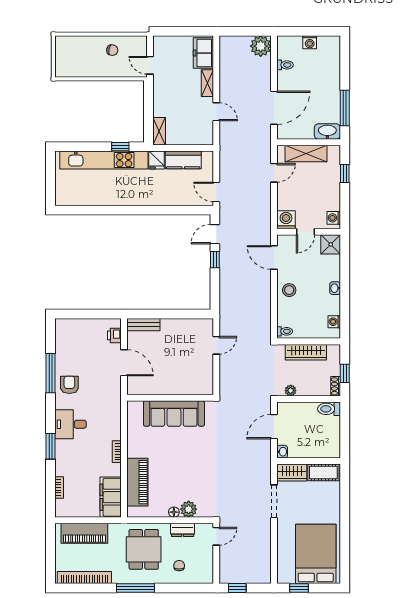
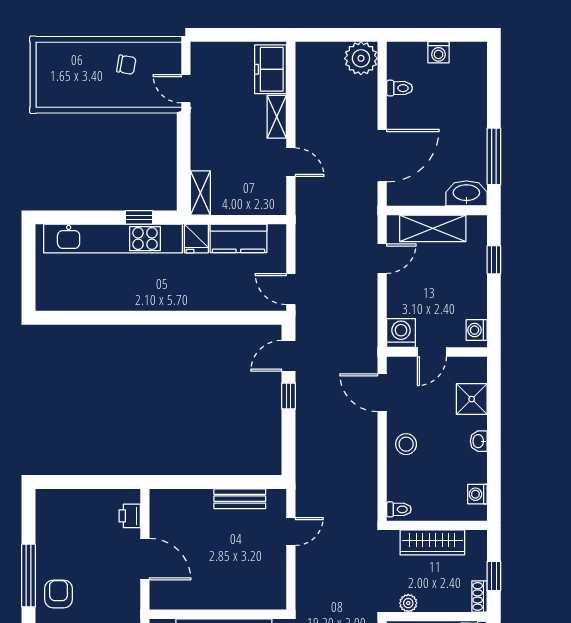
shower: (331, 244) -> (472, 399), moved
bench: (144, 325) -> (240, 499), moved

